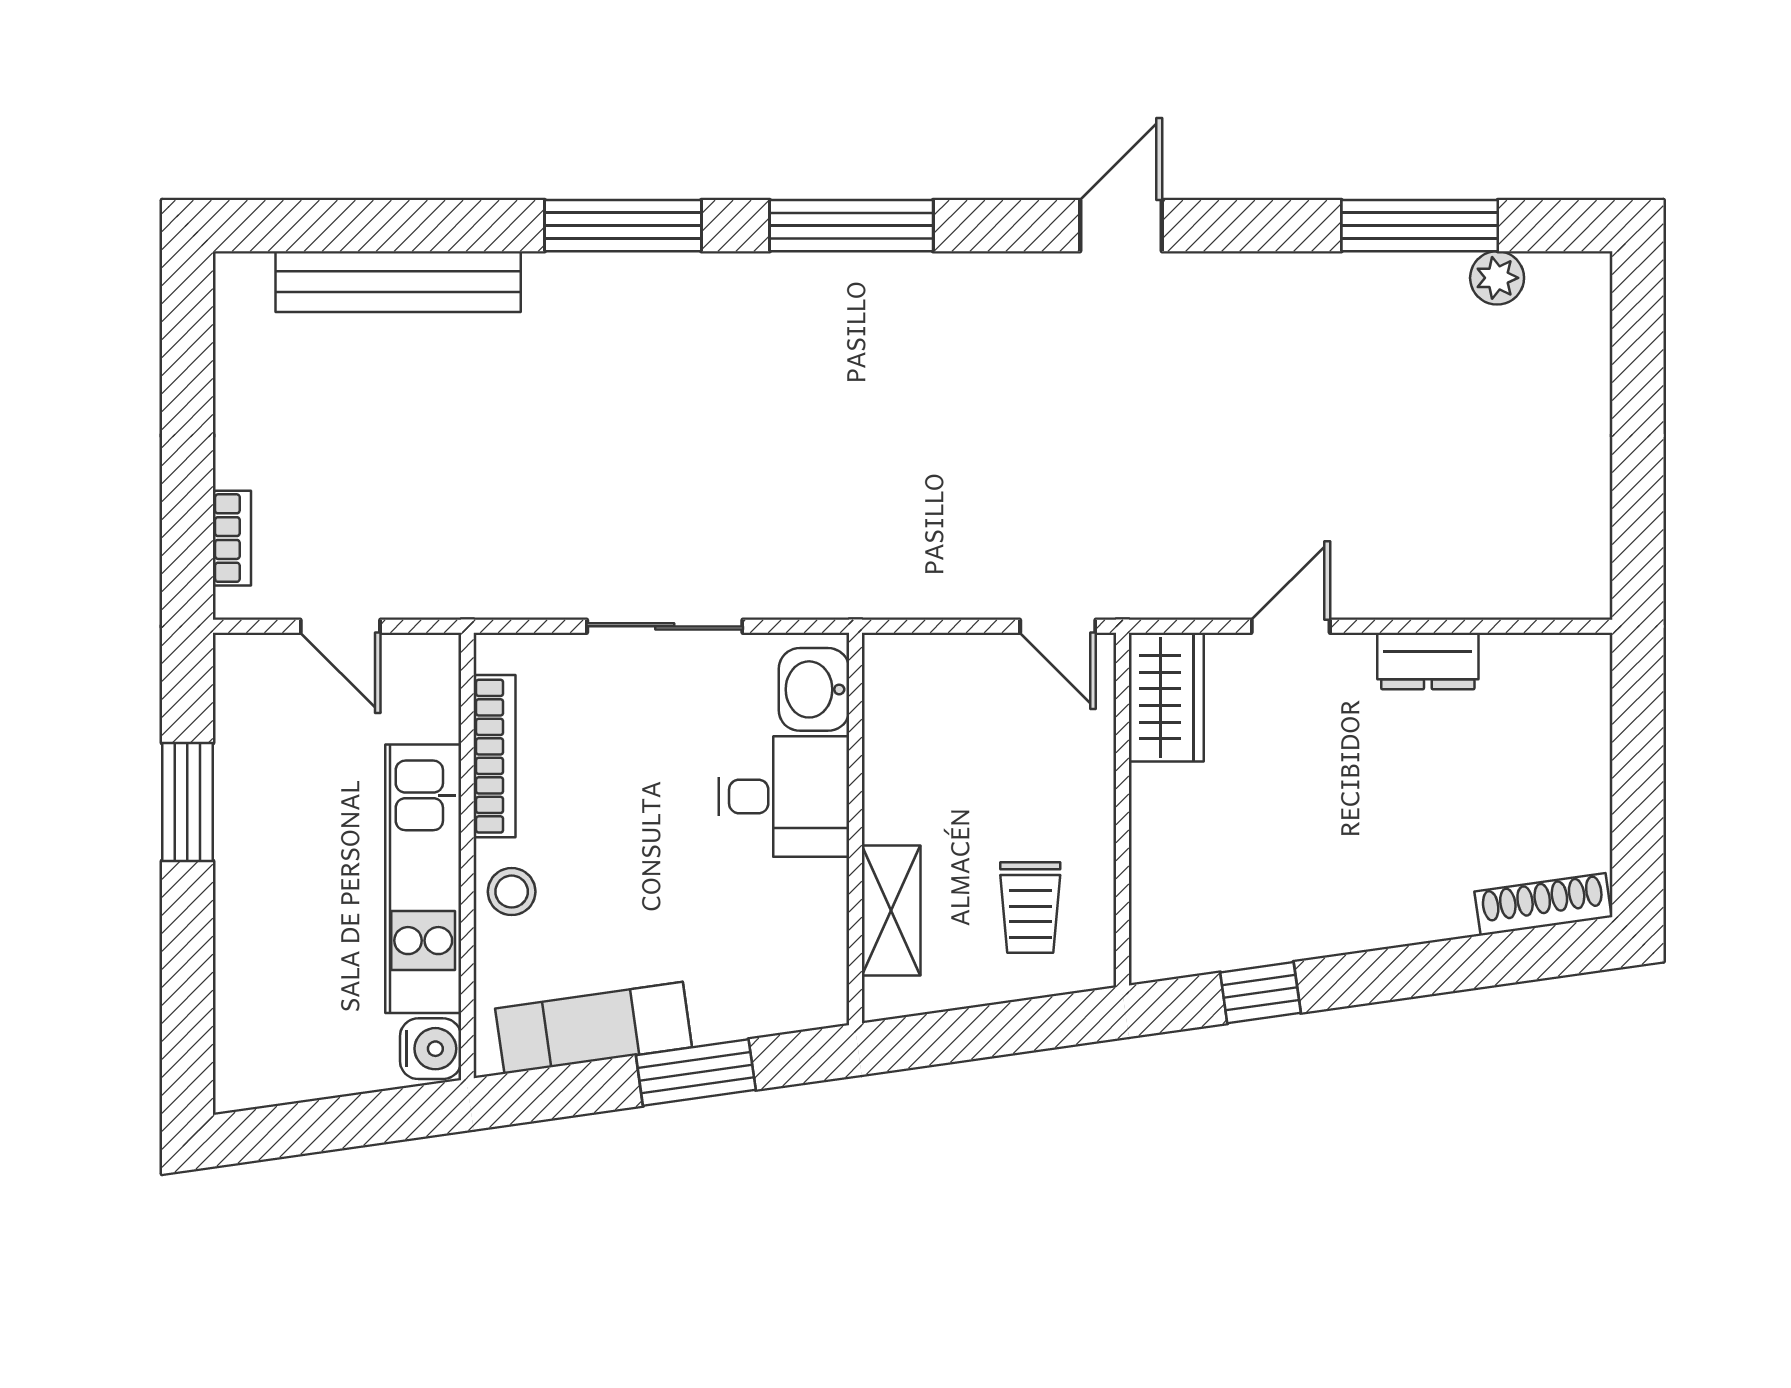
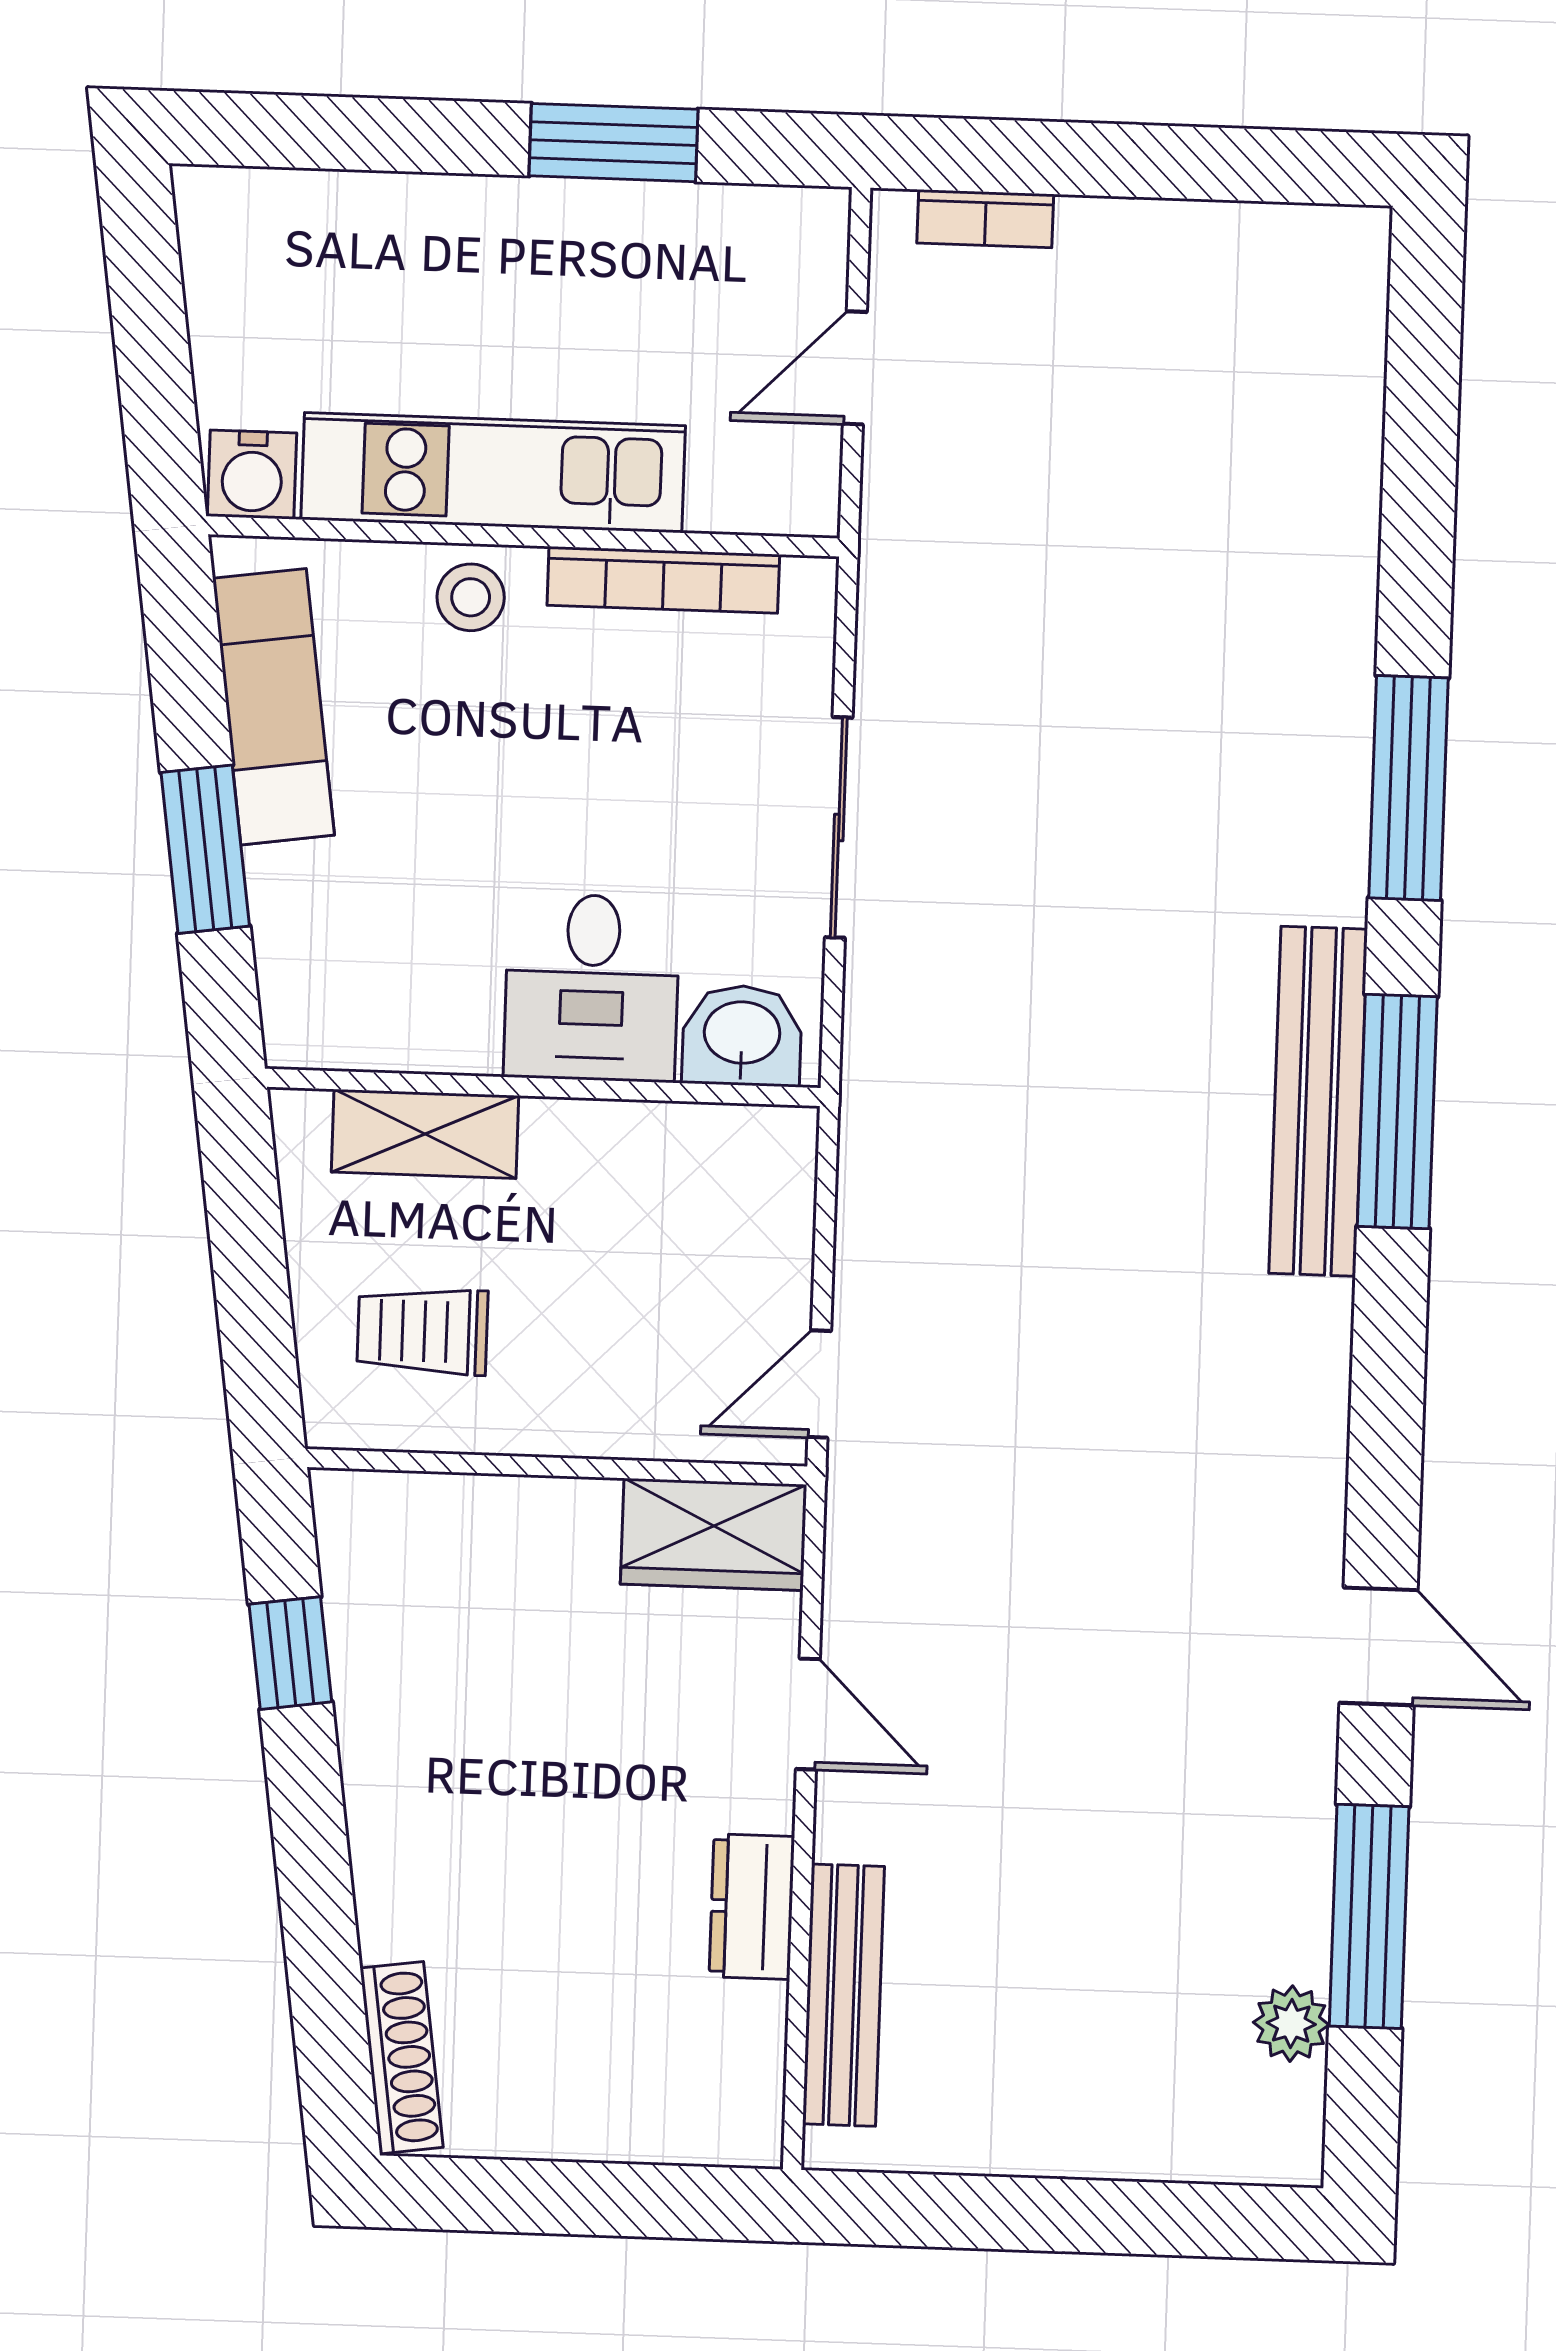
door: (1121, 226) -> (1379, 1646), moved
bench: (398, 282) -> (1318, 1101), moved
bench: (1488, 594) -> (843, 1995), added

